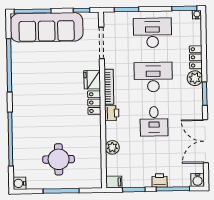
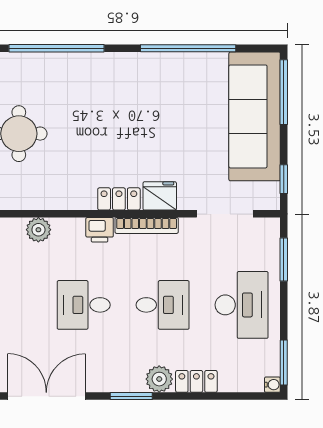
desk: (153, 77) -> (163, 305), width x0.73

